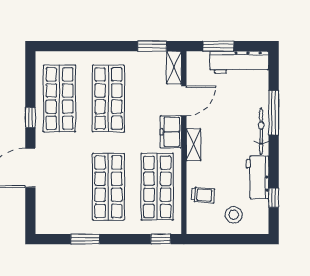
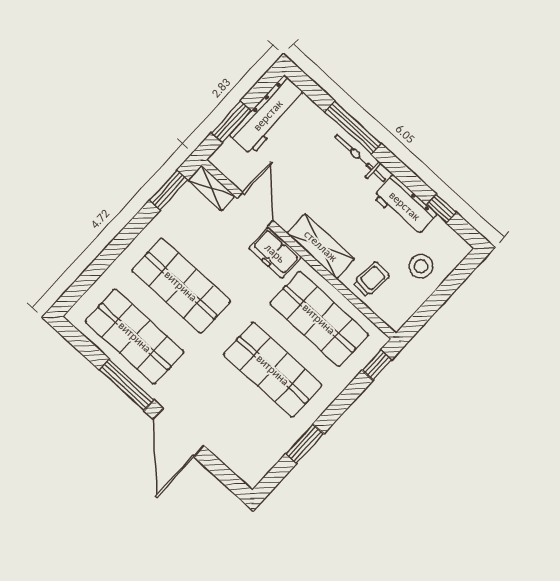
window: (30, 118) -> (127, 385), width x2.17
shelving: (194, 145) -> (321, 246), width x1.50, depth x1.33

